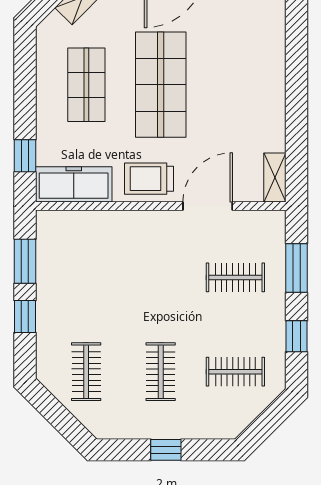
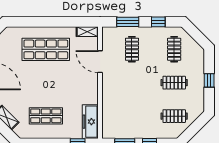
shop shelf: (161, 85) -> (46, 49), moved
trolley: (149, 179) -> (88, 88), removed

